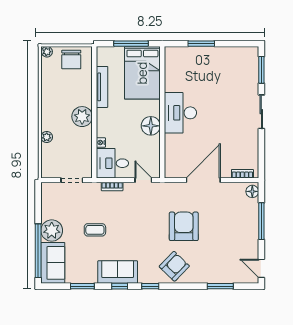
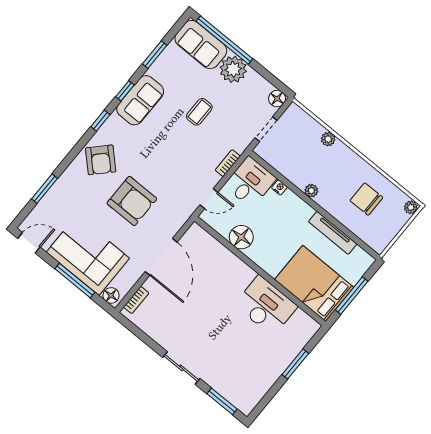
chair: (71, 59) -> (366, 199), moved
desk: (180, 113) -> (266, 306), moved
plant: (82, 117) -> (311, 191), width x0.53, depth x0.53
floor lamp: (151, 126) -> (241, 237), moved
floor lamp: (48, 189) -> (277, 99), added
corner sofa: (239, 226) -> (88, 255), added

